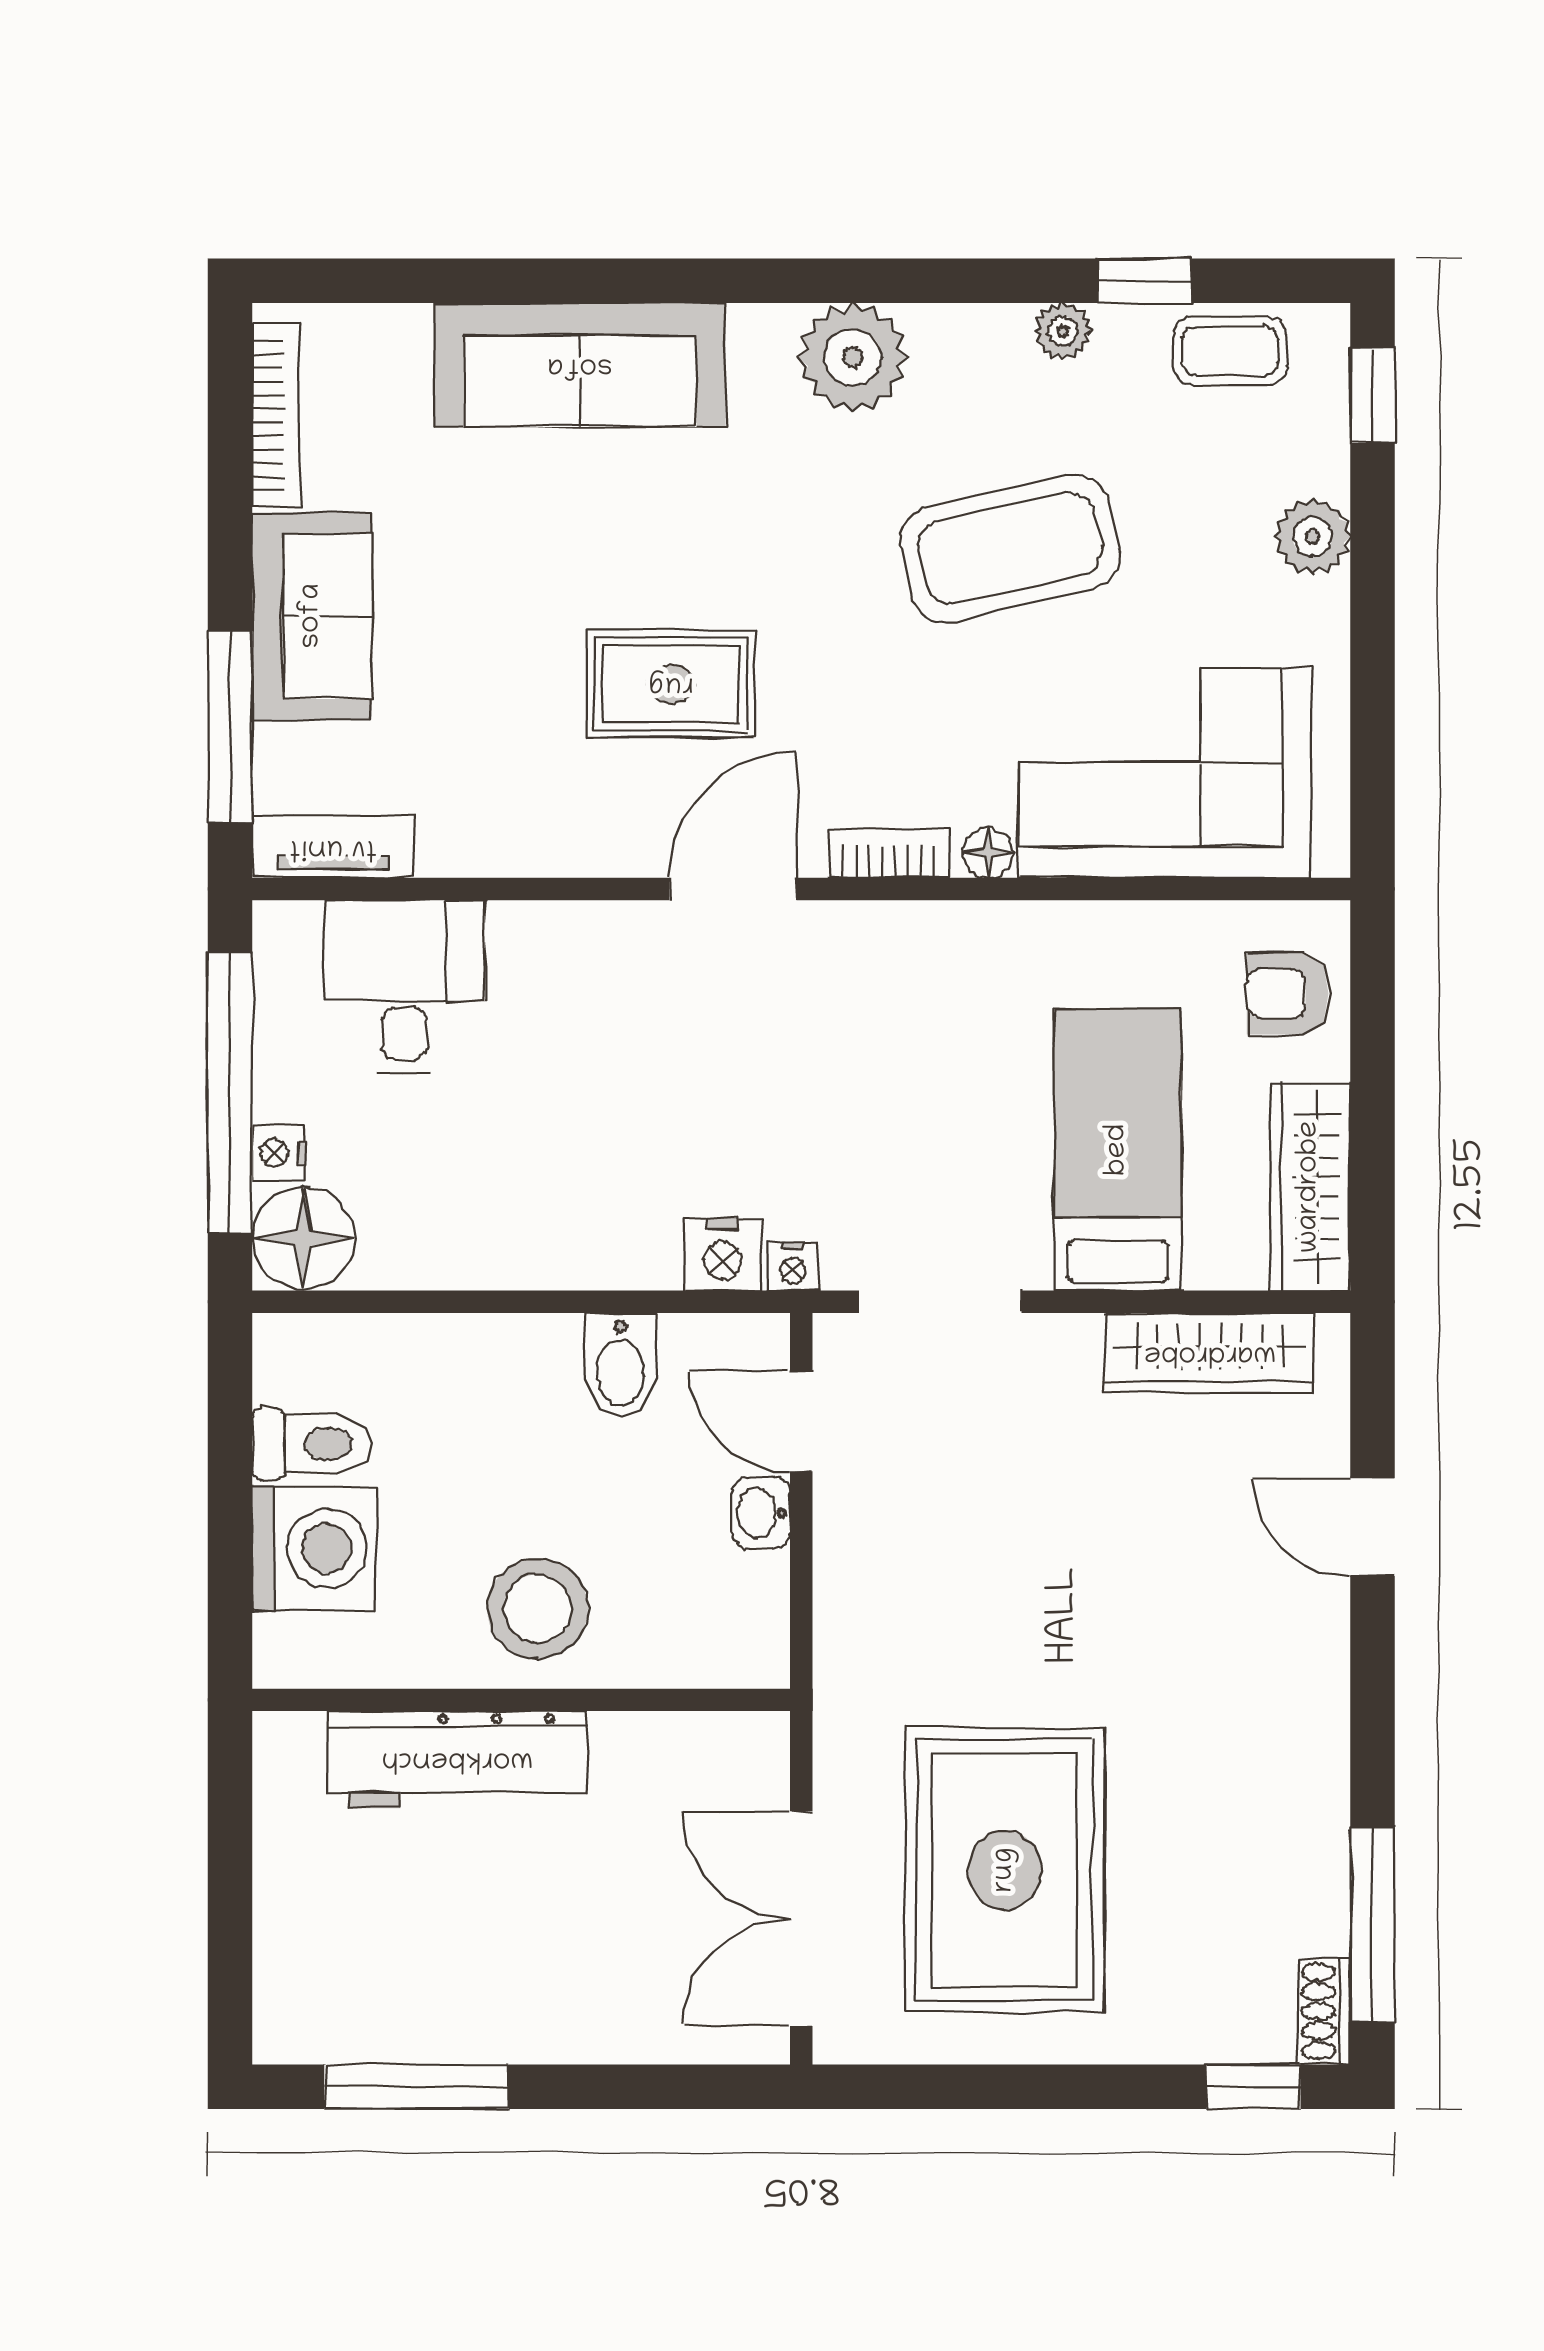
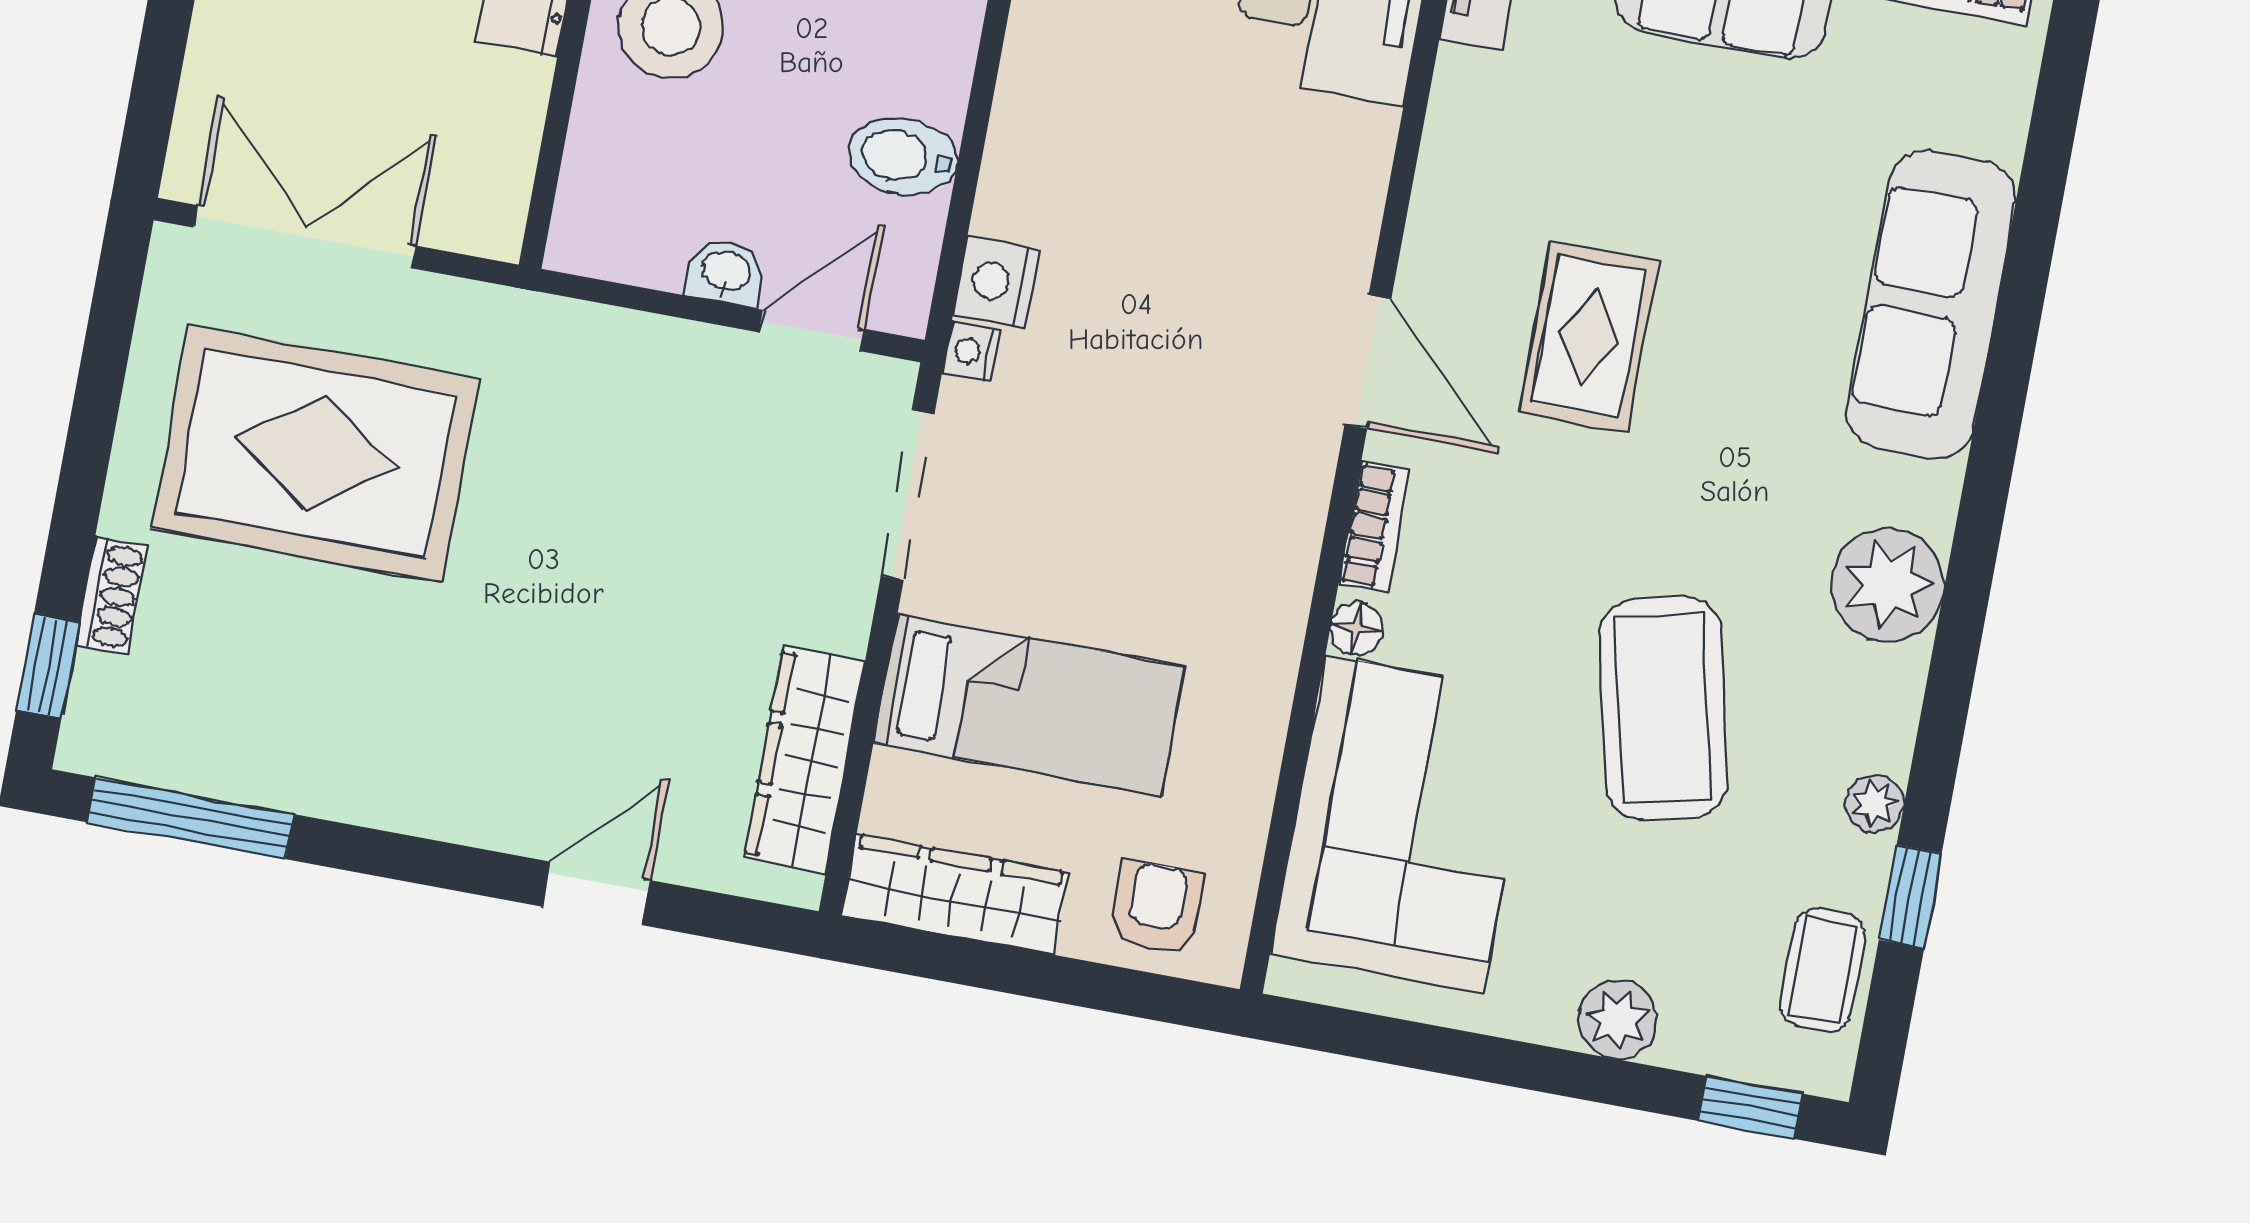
shoe rack: (1325, 2011) -> (111, 596), moved, turned 90

